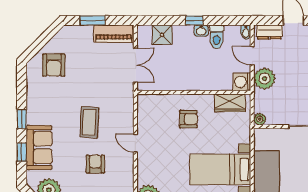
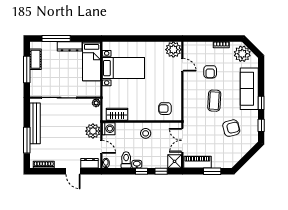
window: (166, 20) -> (161, 171), added
shower: (162, 35) -> (175, 161), moved
armchair: (54, 65) -> (231, 128), moved, turned 76
stool: (188, 75) -> (146, 133), added
armchair: (188, 119) -> (165, 109), moved
door: (135, 143) -> (182, 65), moved
sofa: (39, 148) -> (249, 89), width x1.36
window: (22, 152) -> (261, 125), moved

